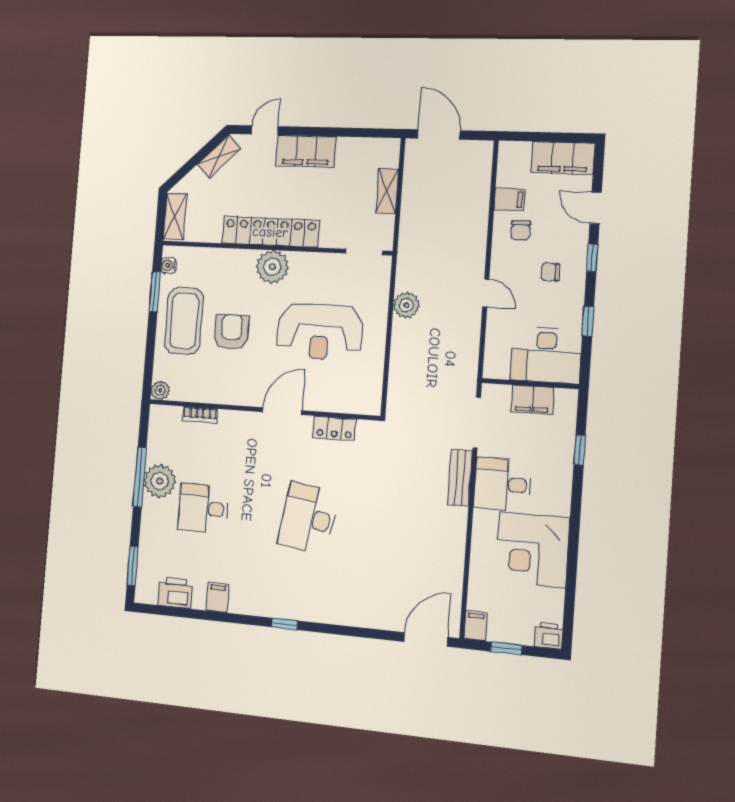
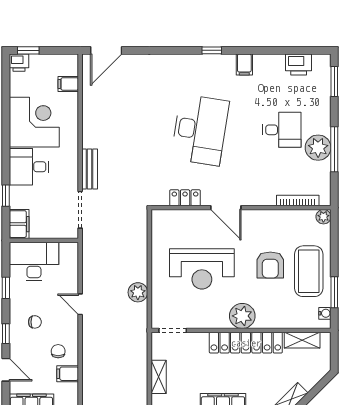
shelving: (175, 217) -> (302, 340), moved, turned 90
reception desk: (320, 332) -> (202, 269), turned 180
filing cabinet: (532, 400) -> (19, 224), moved, turned 90
door: (282, 411) -> (226, 208), hinge flipped
bookcase: (200, 415) -> (298, 200), width x1.56
desk: (502, 484) -> (29, 167), moved, turned 180
desk: (308, 518) -> (200, 130), width x1.36, depth x1.30
filing cabinet: (217, 597) -> (244, 64), moved
filing cabinet: (476, 626) -> (68, 84), moved, turned 90
window: (506, 648) -> (28, 50), moved

